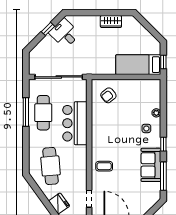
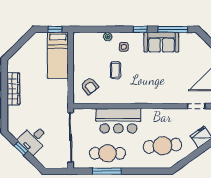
wardrobe: (111, 22) -> (13, 89), width x1.50
desk: (64, 33) -> (33, 139), moved
coffee table: (104, 166) -> (116, 70), moved

